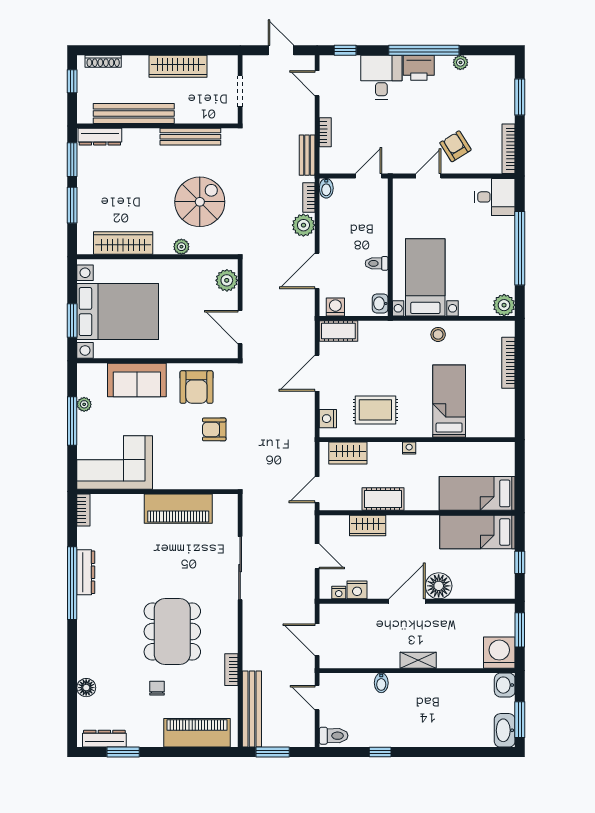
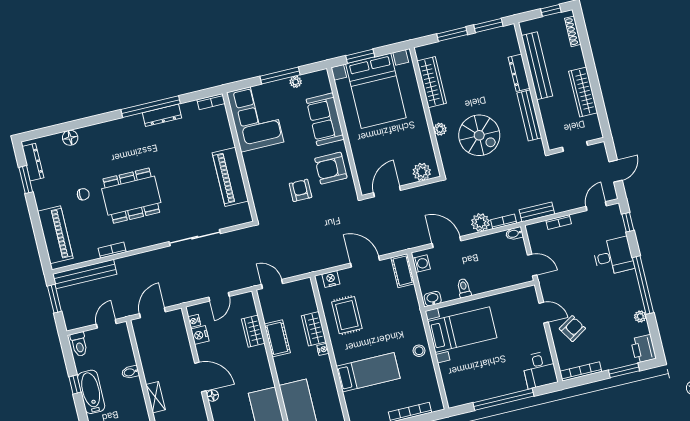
printer: (419, 68) -> (643, 349), moved
dresser: (100, 137) -> (519, 73), moved
plant: (504, 305) -> (455, 398), removed
wardrobe: (348, 453) -> (314, 329), moved
floor lamp: (439, 586) -> (213, 396), width x0.53, depth x0.53
bathtub: (394, 735) -> (91, 392), added

